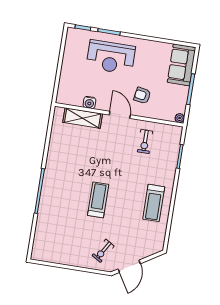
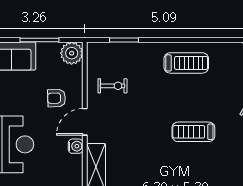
armchair: (142, 95) -> (57, 98), turned 78
water cooler: (89, 103) -> (76, 146), moved
plant: (180, 118) -> (72, 53), width x1.87, depth x1.87

